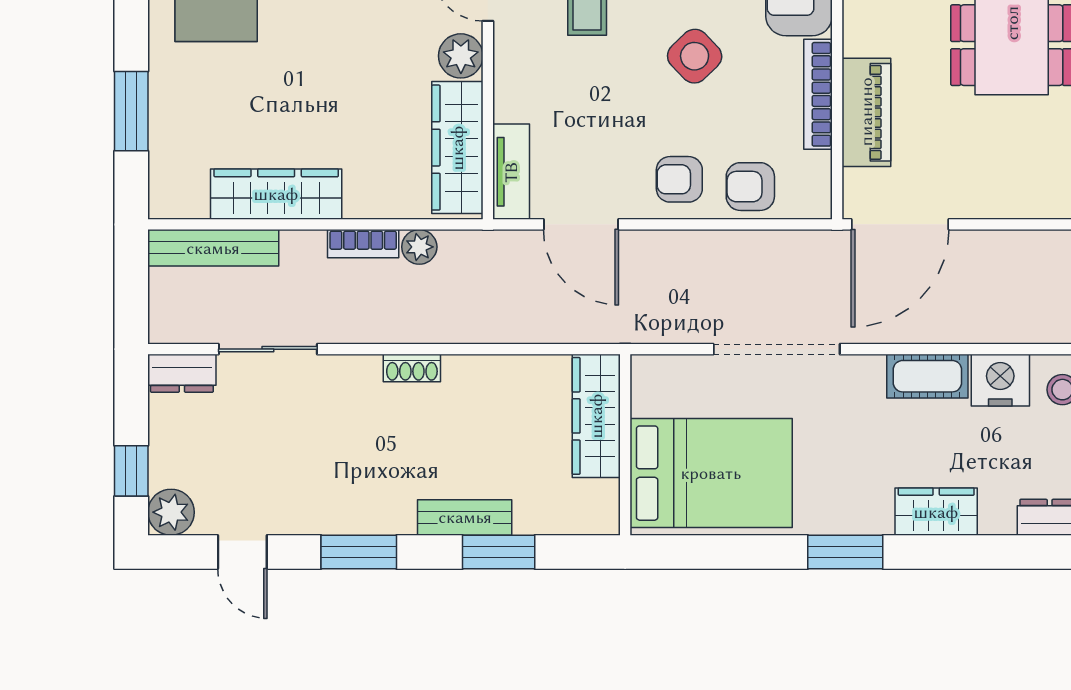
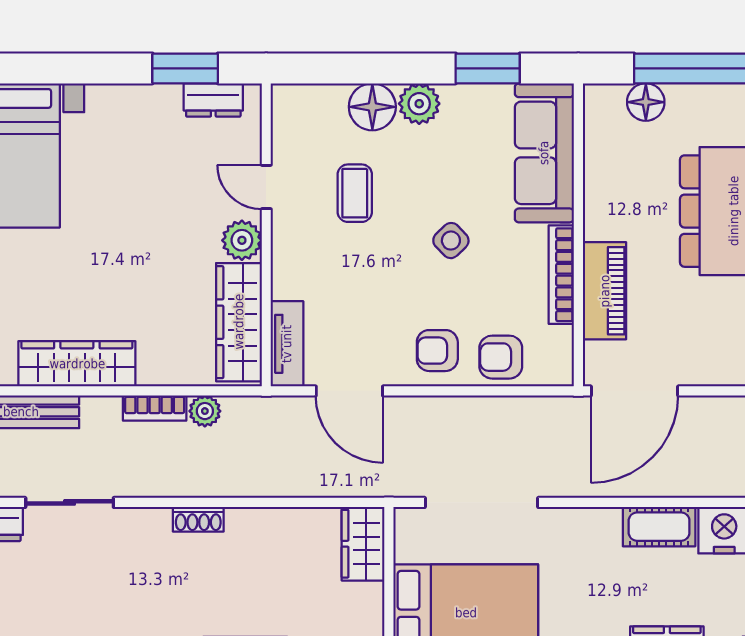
side table: (695, 56) -> (451, 241), width x0.73, depth x0.73
doorway: (777, 349) -> (481, 502), moved
wardrobe: (596, 416) -> (363, 544), width x0.67

